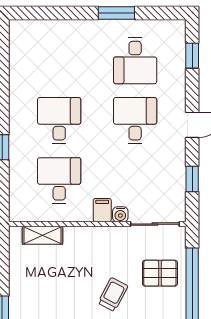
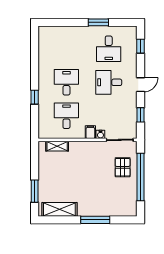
desk: (135, 121) -> (109, 82), turned -90
pallet: (160, 273) -> (123, 167), turned 90
trolley: (113, 294) -> (96, 179), removed

